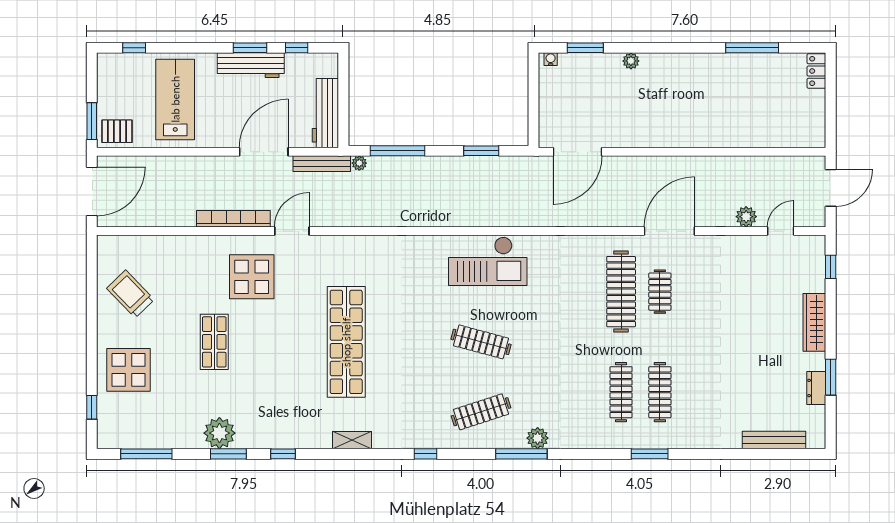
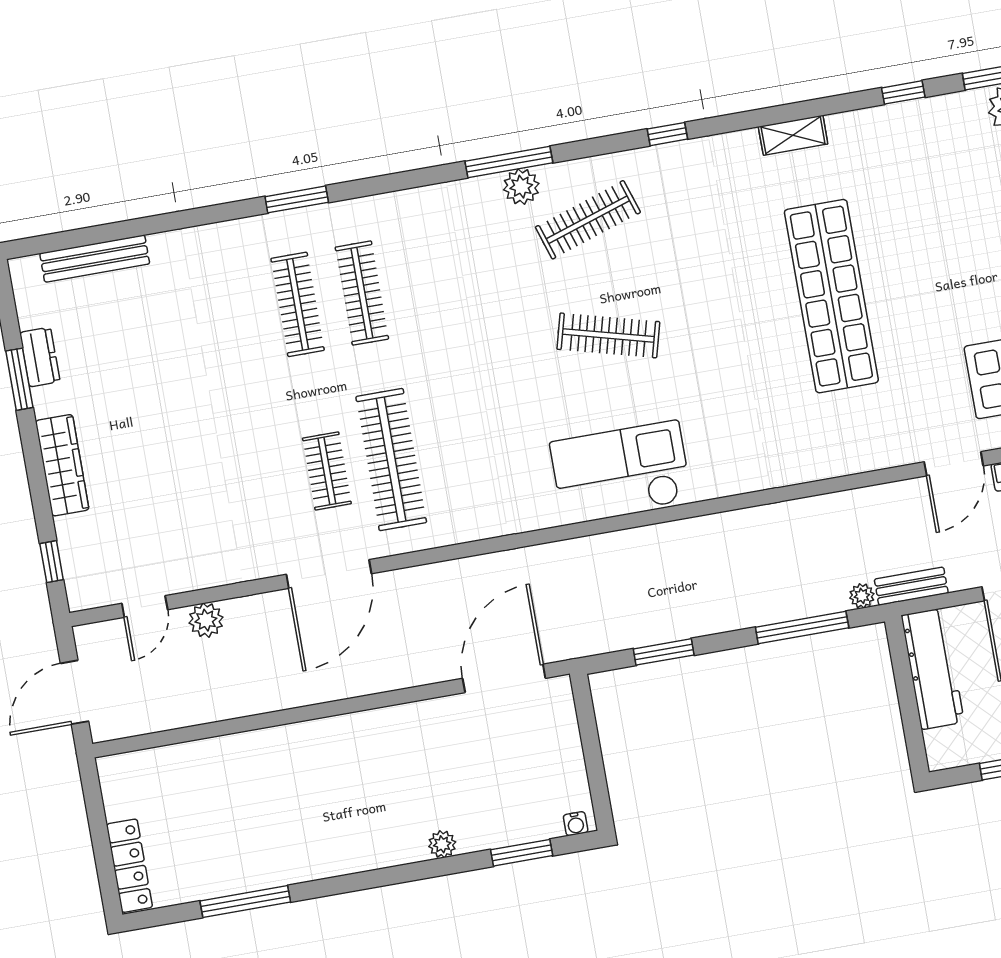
locker: (816, 71) -> (129, 866), width x1.53
bench: (322, 164) -> (911, 586), width x0.73
plant: (538, 438) -> (521, 187), moved

